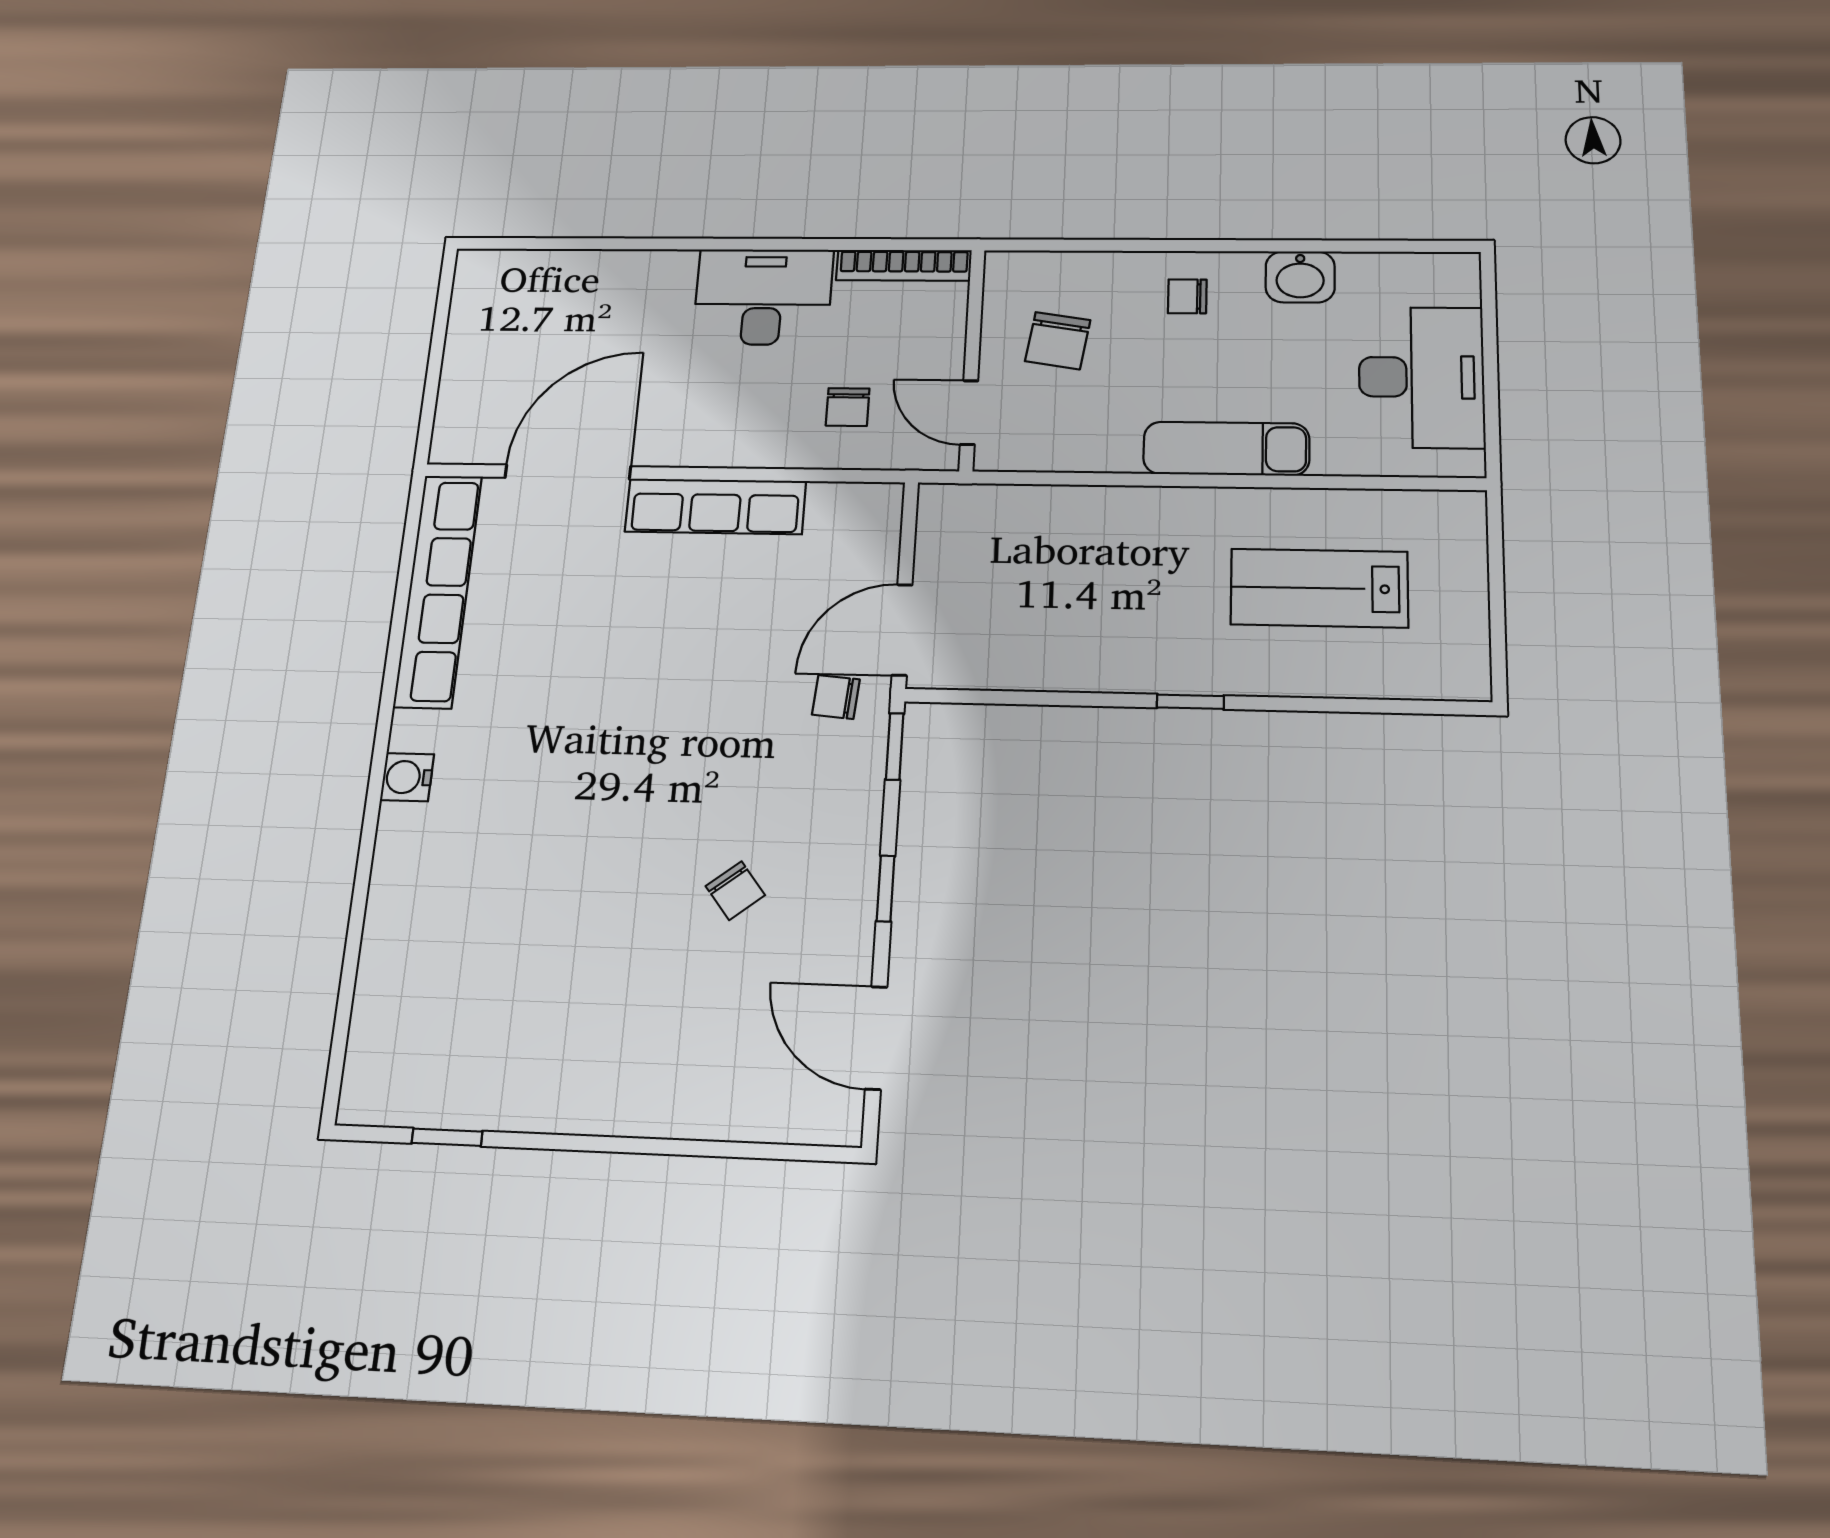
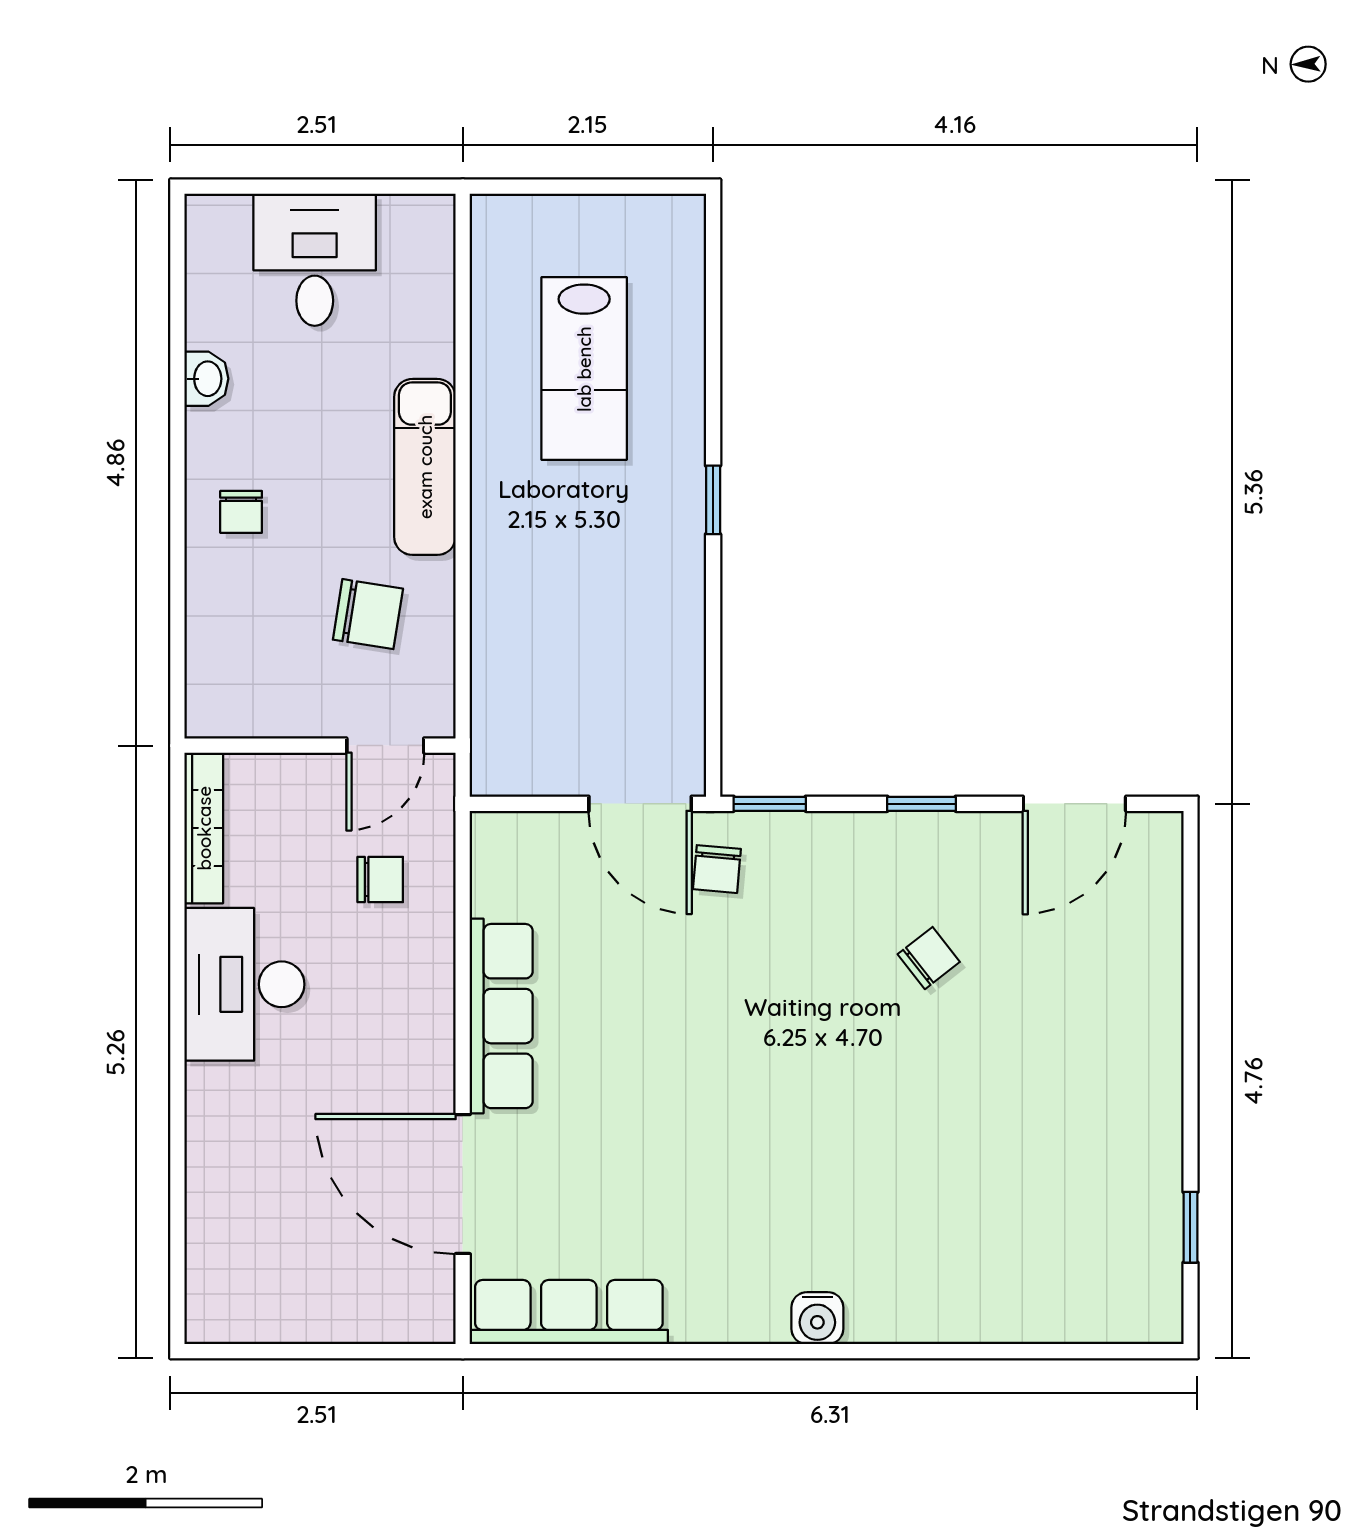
washbasin: (1300, 277) -> (206, 379), width x0.72, depth x0.69
chair: (1058, 341) -> (368, 614), moved
desk: (1422, 377) -> (315, 260), width x0.73
row of seats: (438, 590) -> (569, 1312), width x0.73

